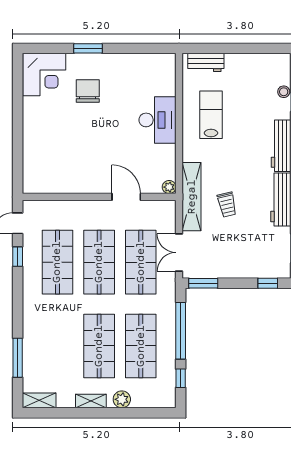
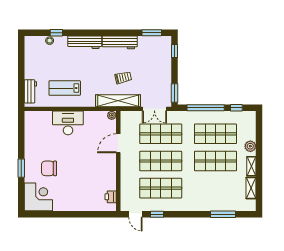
printer: (44, 185) -> (111, 197), added
shelving: (39, 400) -> (251, 188), moved

